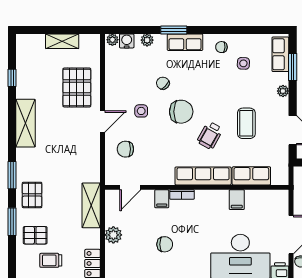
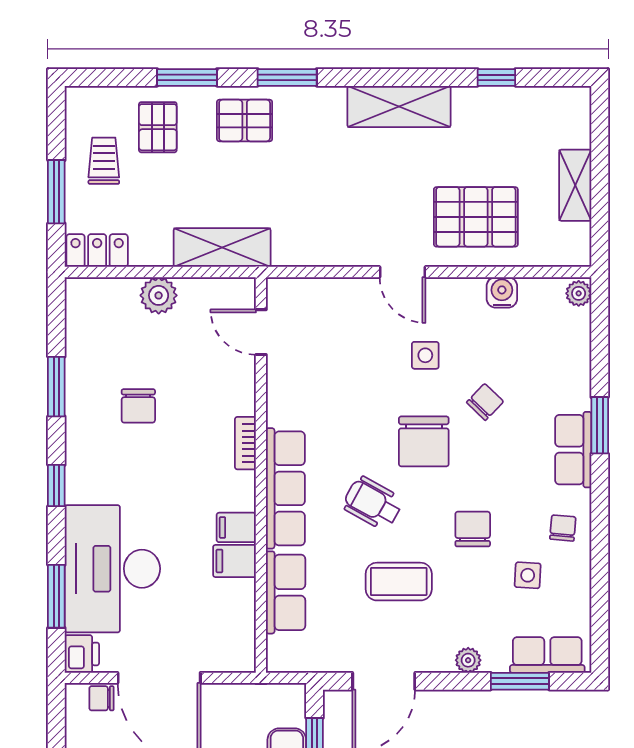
plant: (147, 40) -> (578, 368), removed
water cooler: (127, 41) -> (502, 292), moved, turned -90
chair: (125, 149) -> (473, 529), moved
filing cabinet: (162, 199) -> (236, 527), moved

